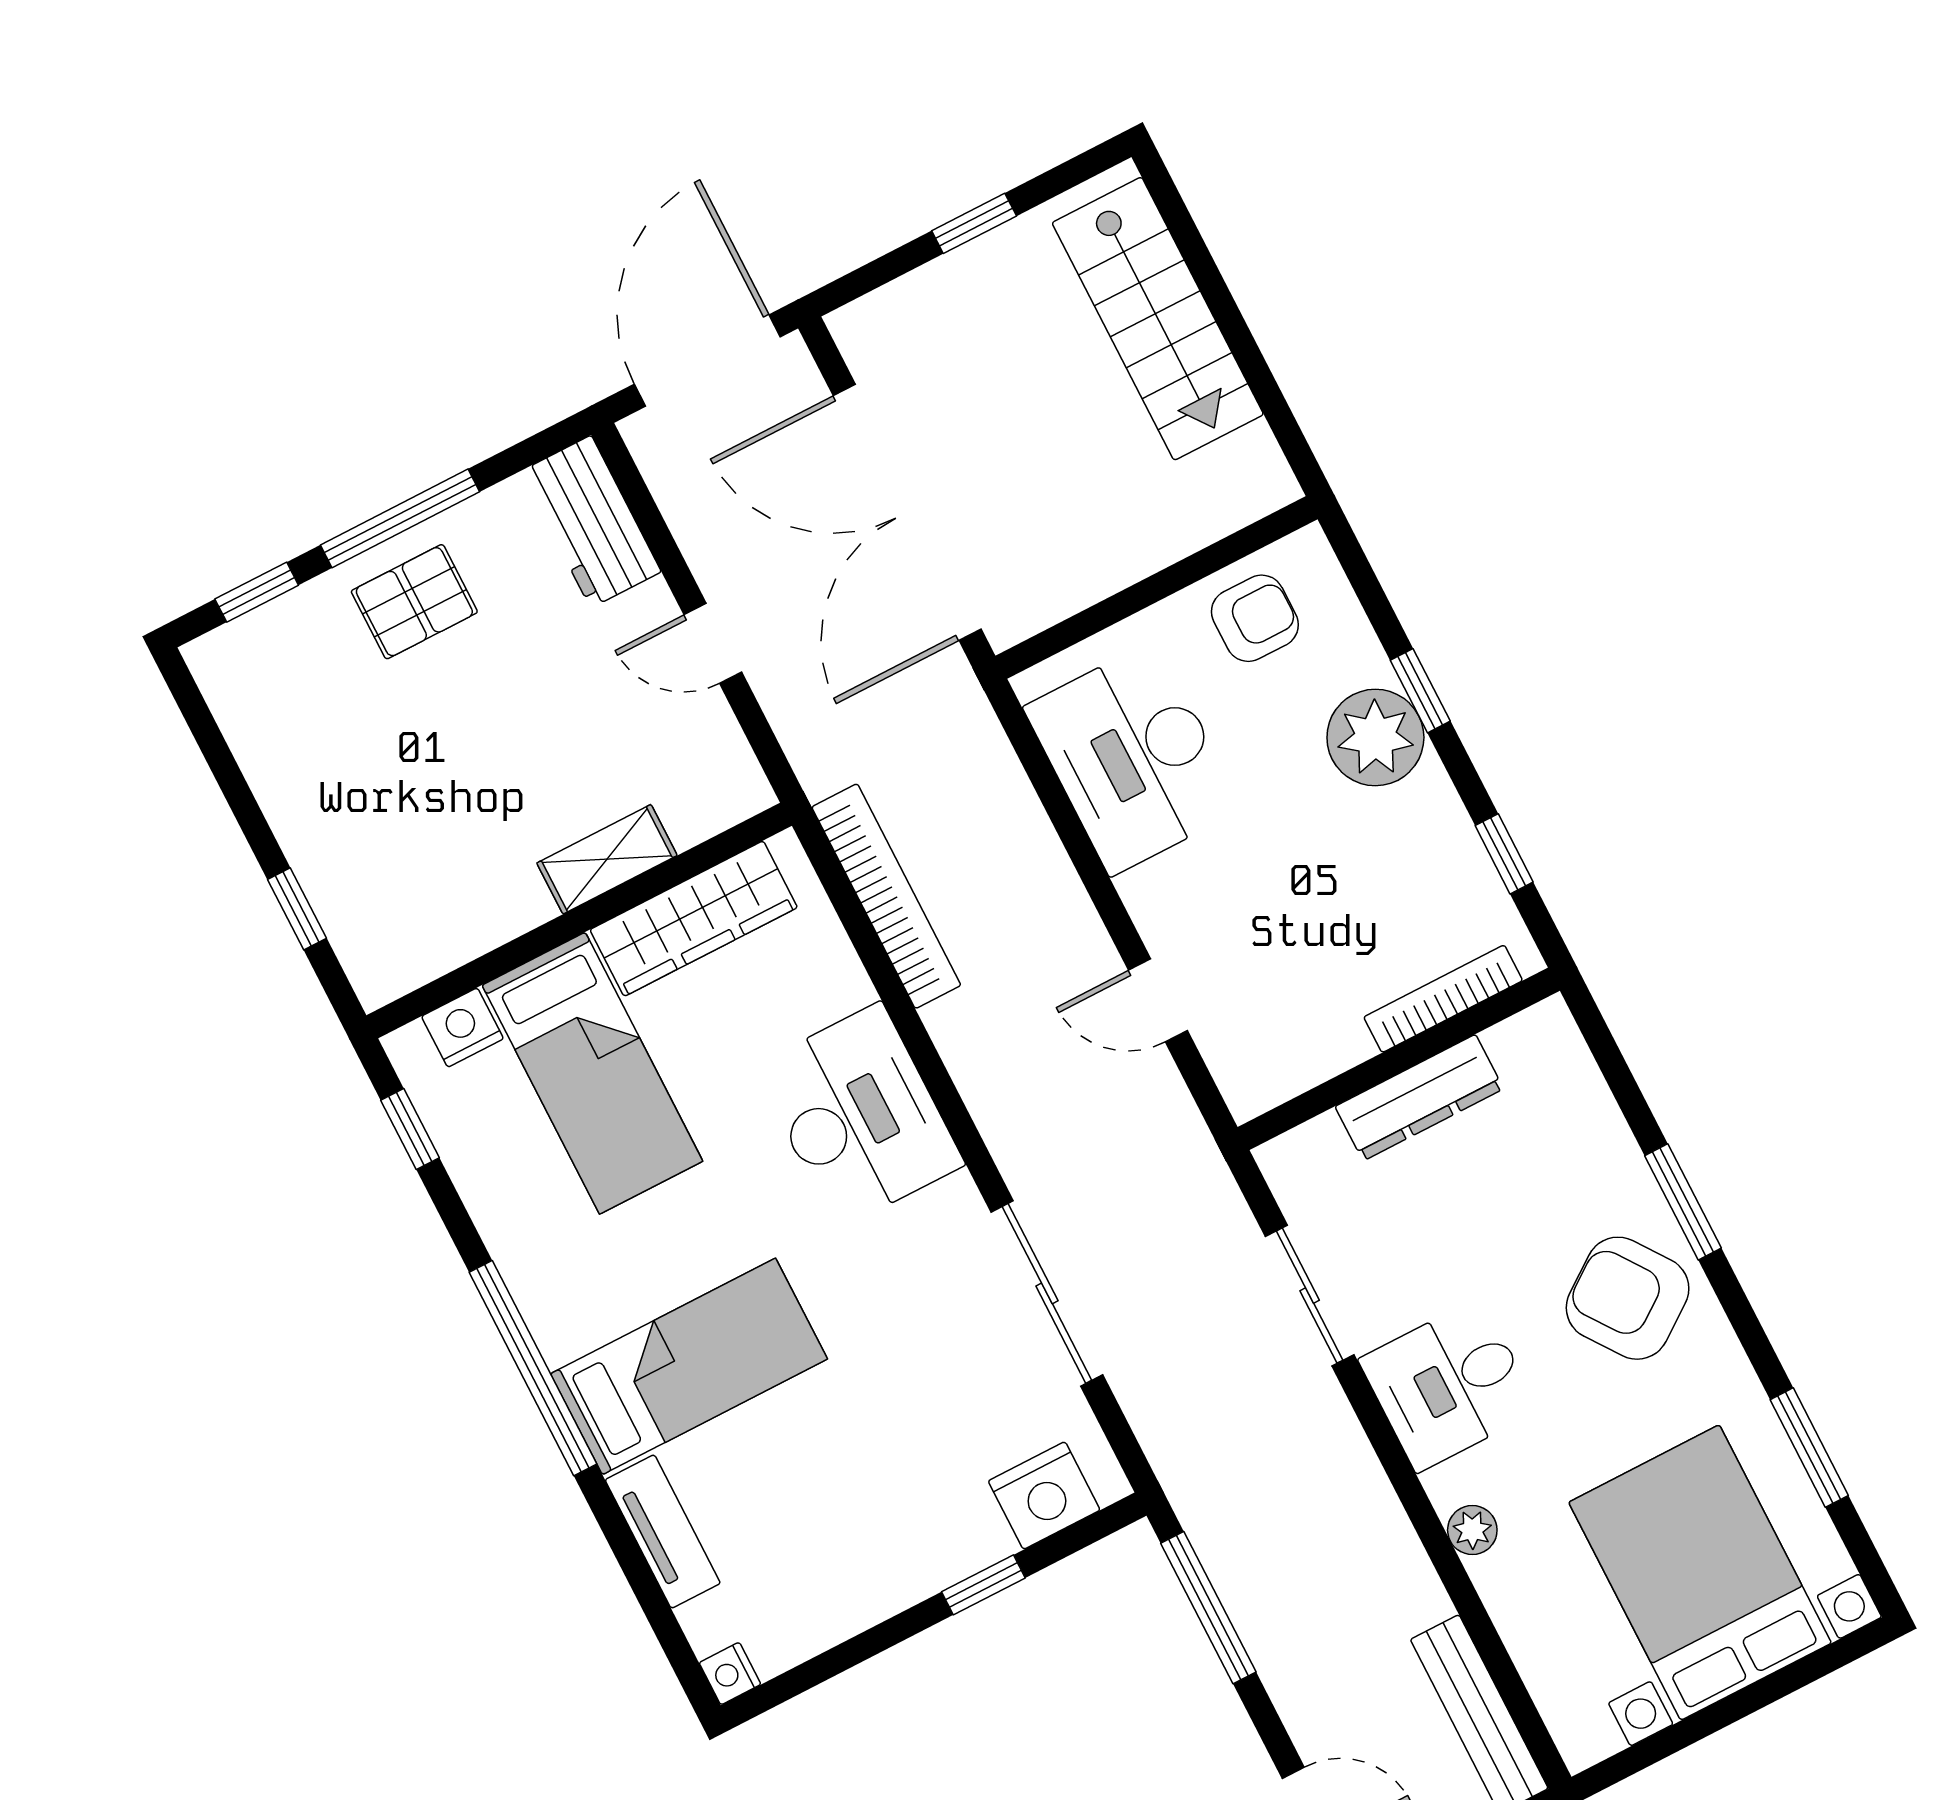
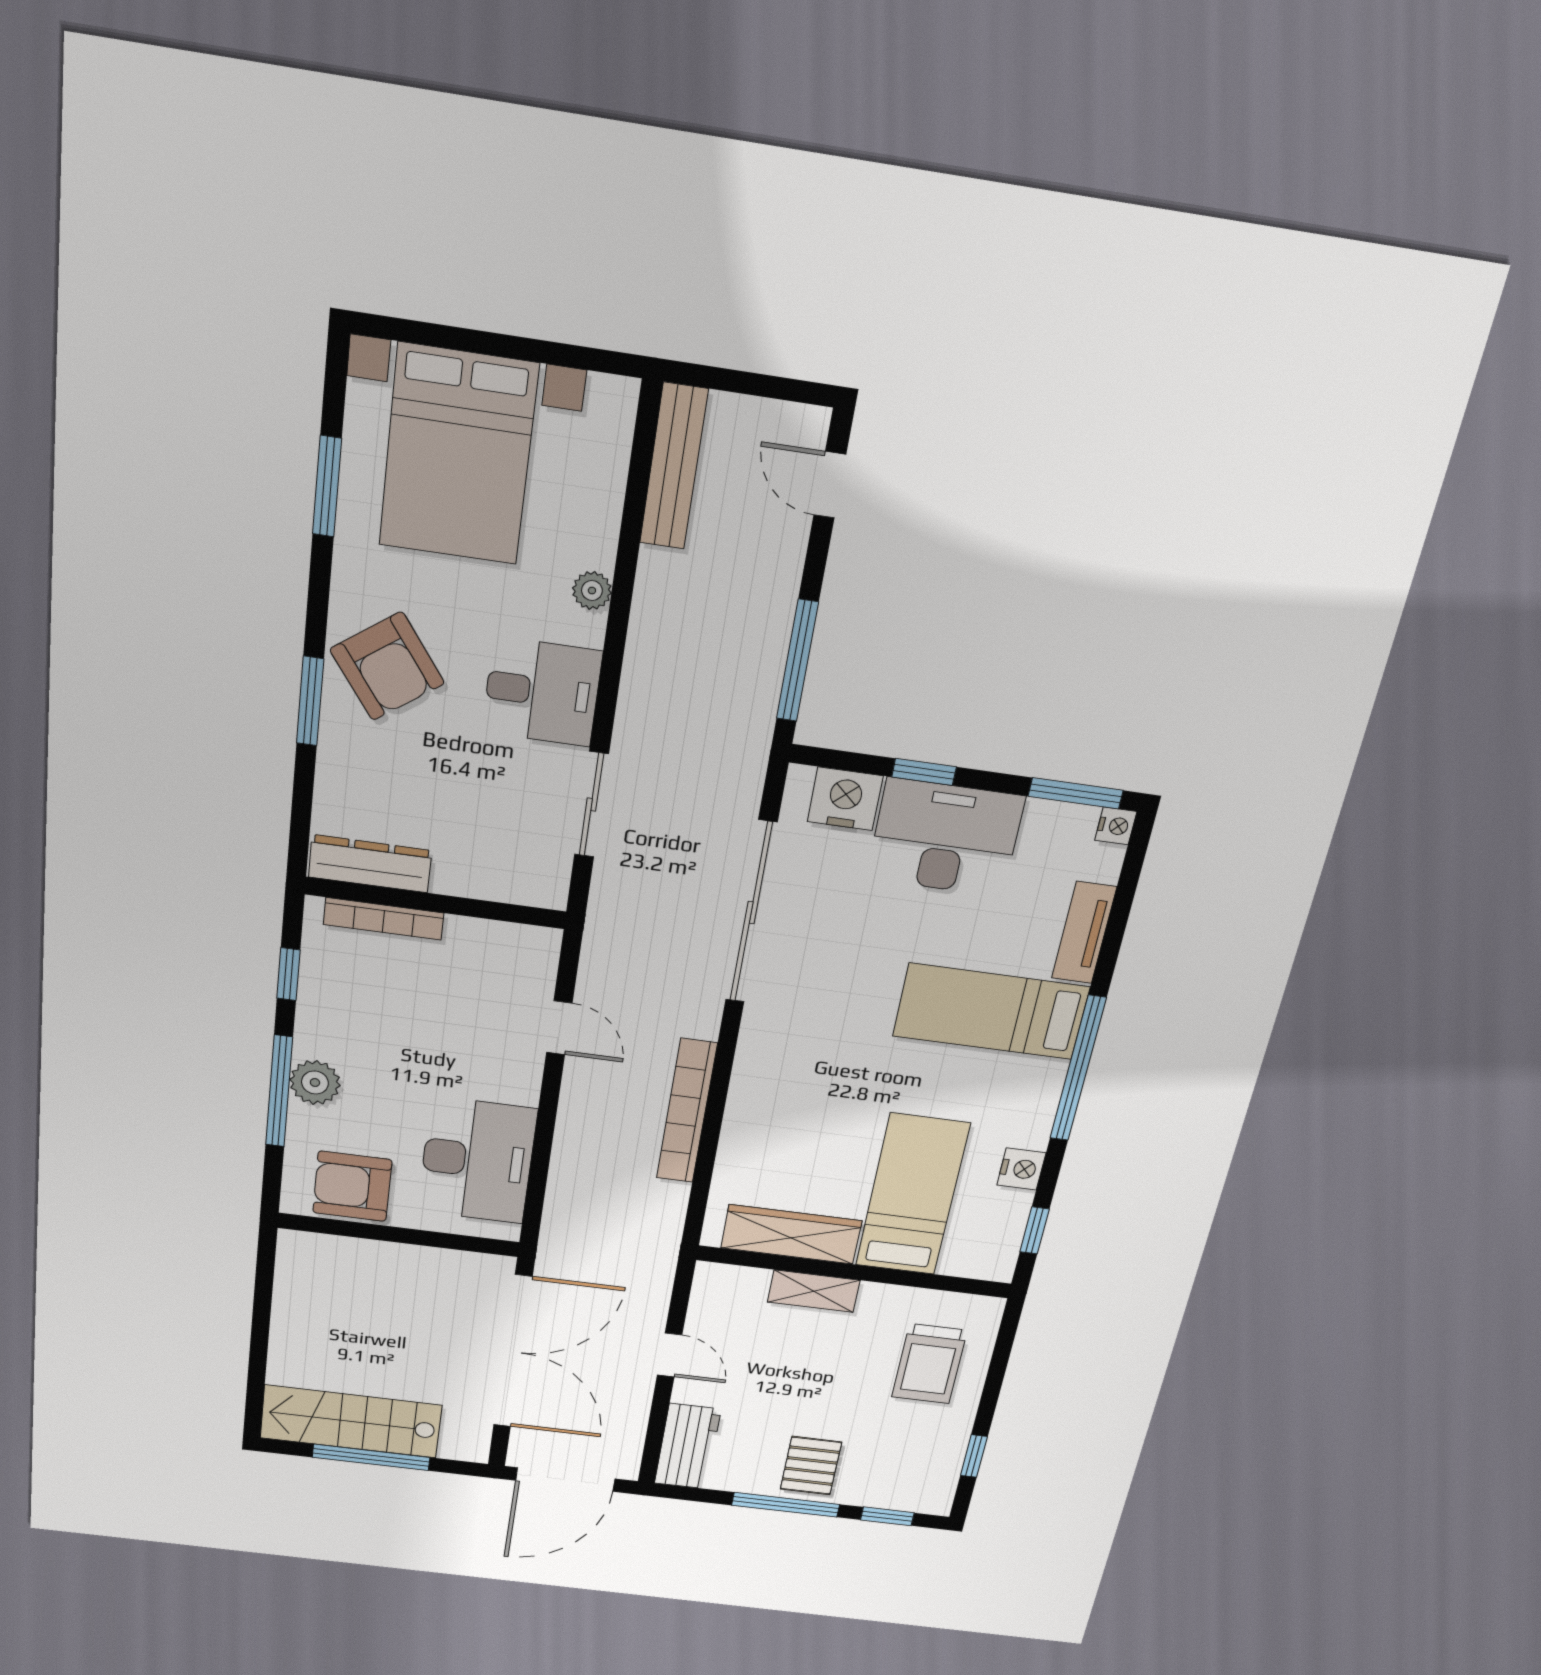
window: (974, 223) -> (371, 1457), width x2.17
stairs: (1158, 319) -> (351, 1422), moved, turned -90
pallet: (414, 602) -> (811, 1466), turned 90
armchair: (1255, 618) -> (352, 1186), width x1.38, depth x1.38
window: (1420, 691) -> (279, 1091), width x2.17
plant: (1375, 737) -> (315, 1083), width x0.73, depth x0.73
trolley: (386, 856) -> (929, 1364), added
bookcase: (886, 896) -> (687, 1111), moved
window: (297, 909) -> (974, 1456), moved
nightstand: (463, 1028) -> (1021, 1169), moved, turned -90
dresser: (1419, 1098) -> (370, 864), moved
desk: (859, 1116) -> (945, 837), moved, turned 90
sliding door: (1047, 1293) -> (751, 913), width x1.36
window: (803, 1677) -> (1076, 793), added

